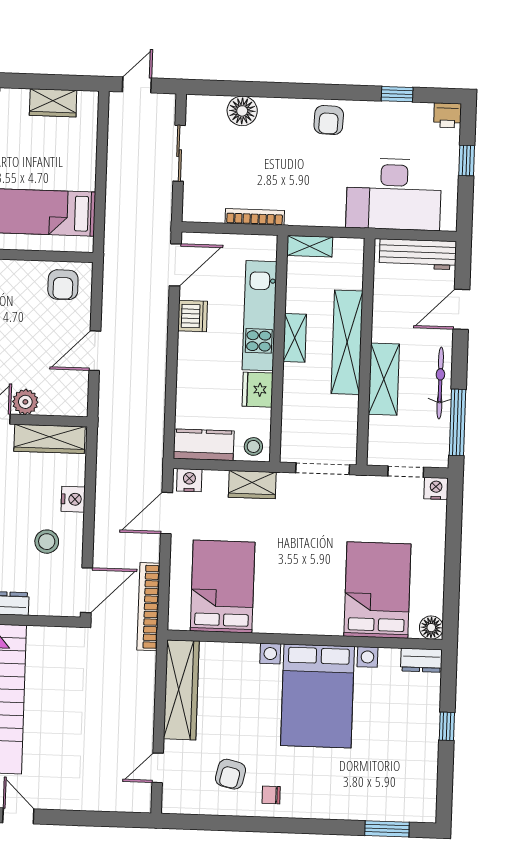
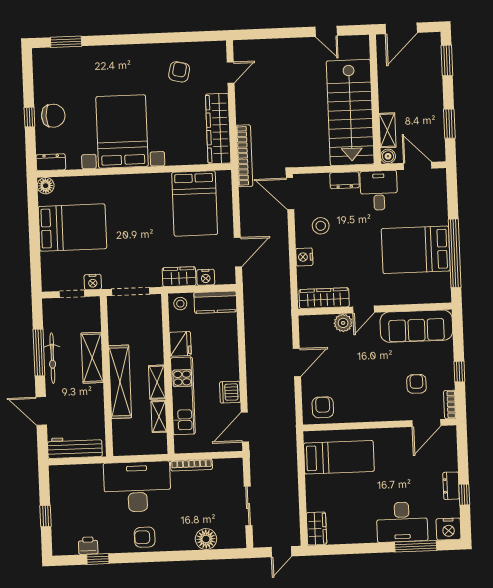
wardrobe: (53, 103) -> (316, 529), moved, turned 90
printer: (447, 115) -> (88, 546), moved
armchair: (329, 120) -> (145, 537), turned -92
desk: (394, 194) -> (137, 487), moved
shelving: (310, 246) -> (159, 416), moved, turned 90
door: (461, 309) -> (41, 411), swing flipped
window: (457, 422) -> (39, 352), moved
nightstand: (189, 480) -> (206, 277), moved
nightstand: (436, 488) -> (93, 282), moved
door: (86, 590) -> (290, 194), hinge flipped
bed: (377, 590) -> (72, 228), moved, turned -90
bookcase: (148, 607) -> (244, 156), moved
chair: (271, 795) -> (53, 116), moved, width x1.87, depth x1.87

